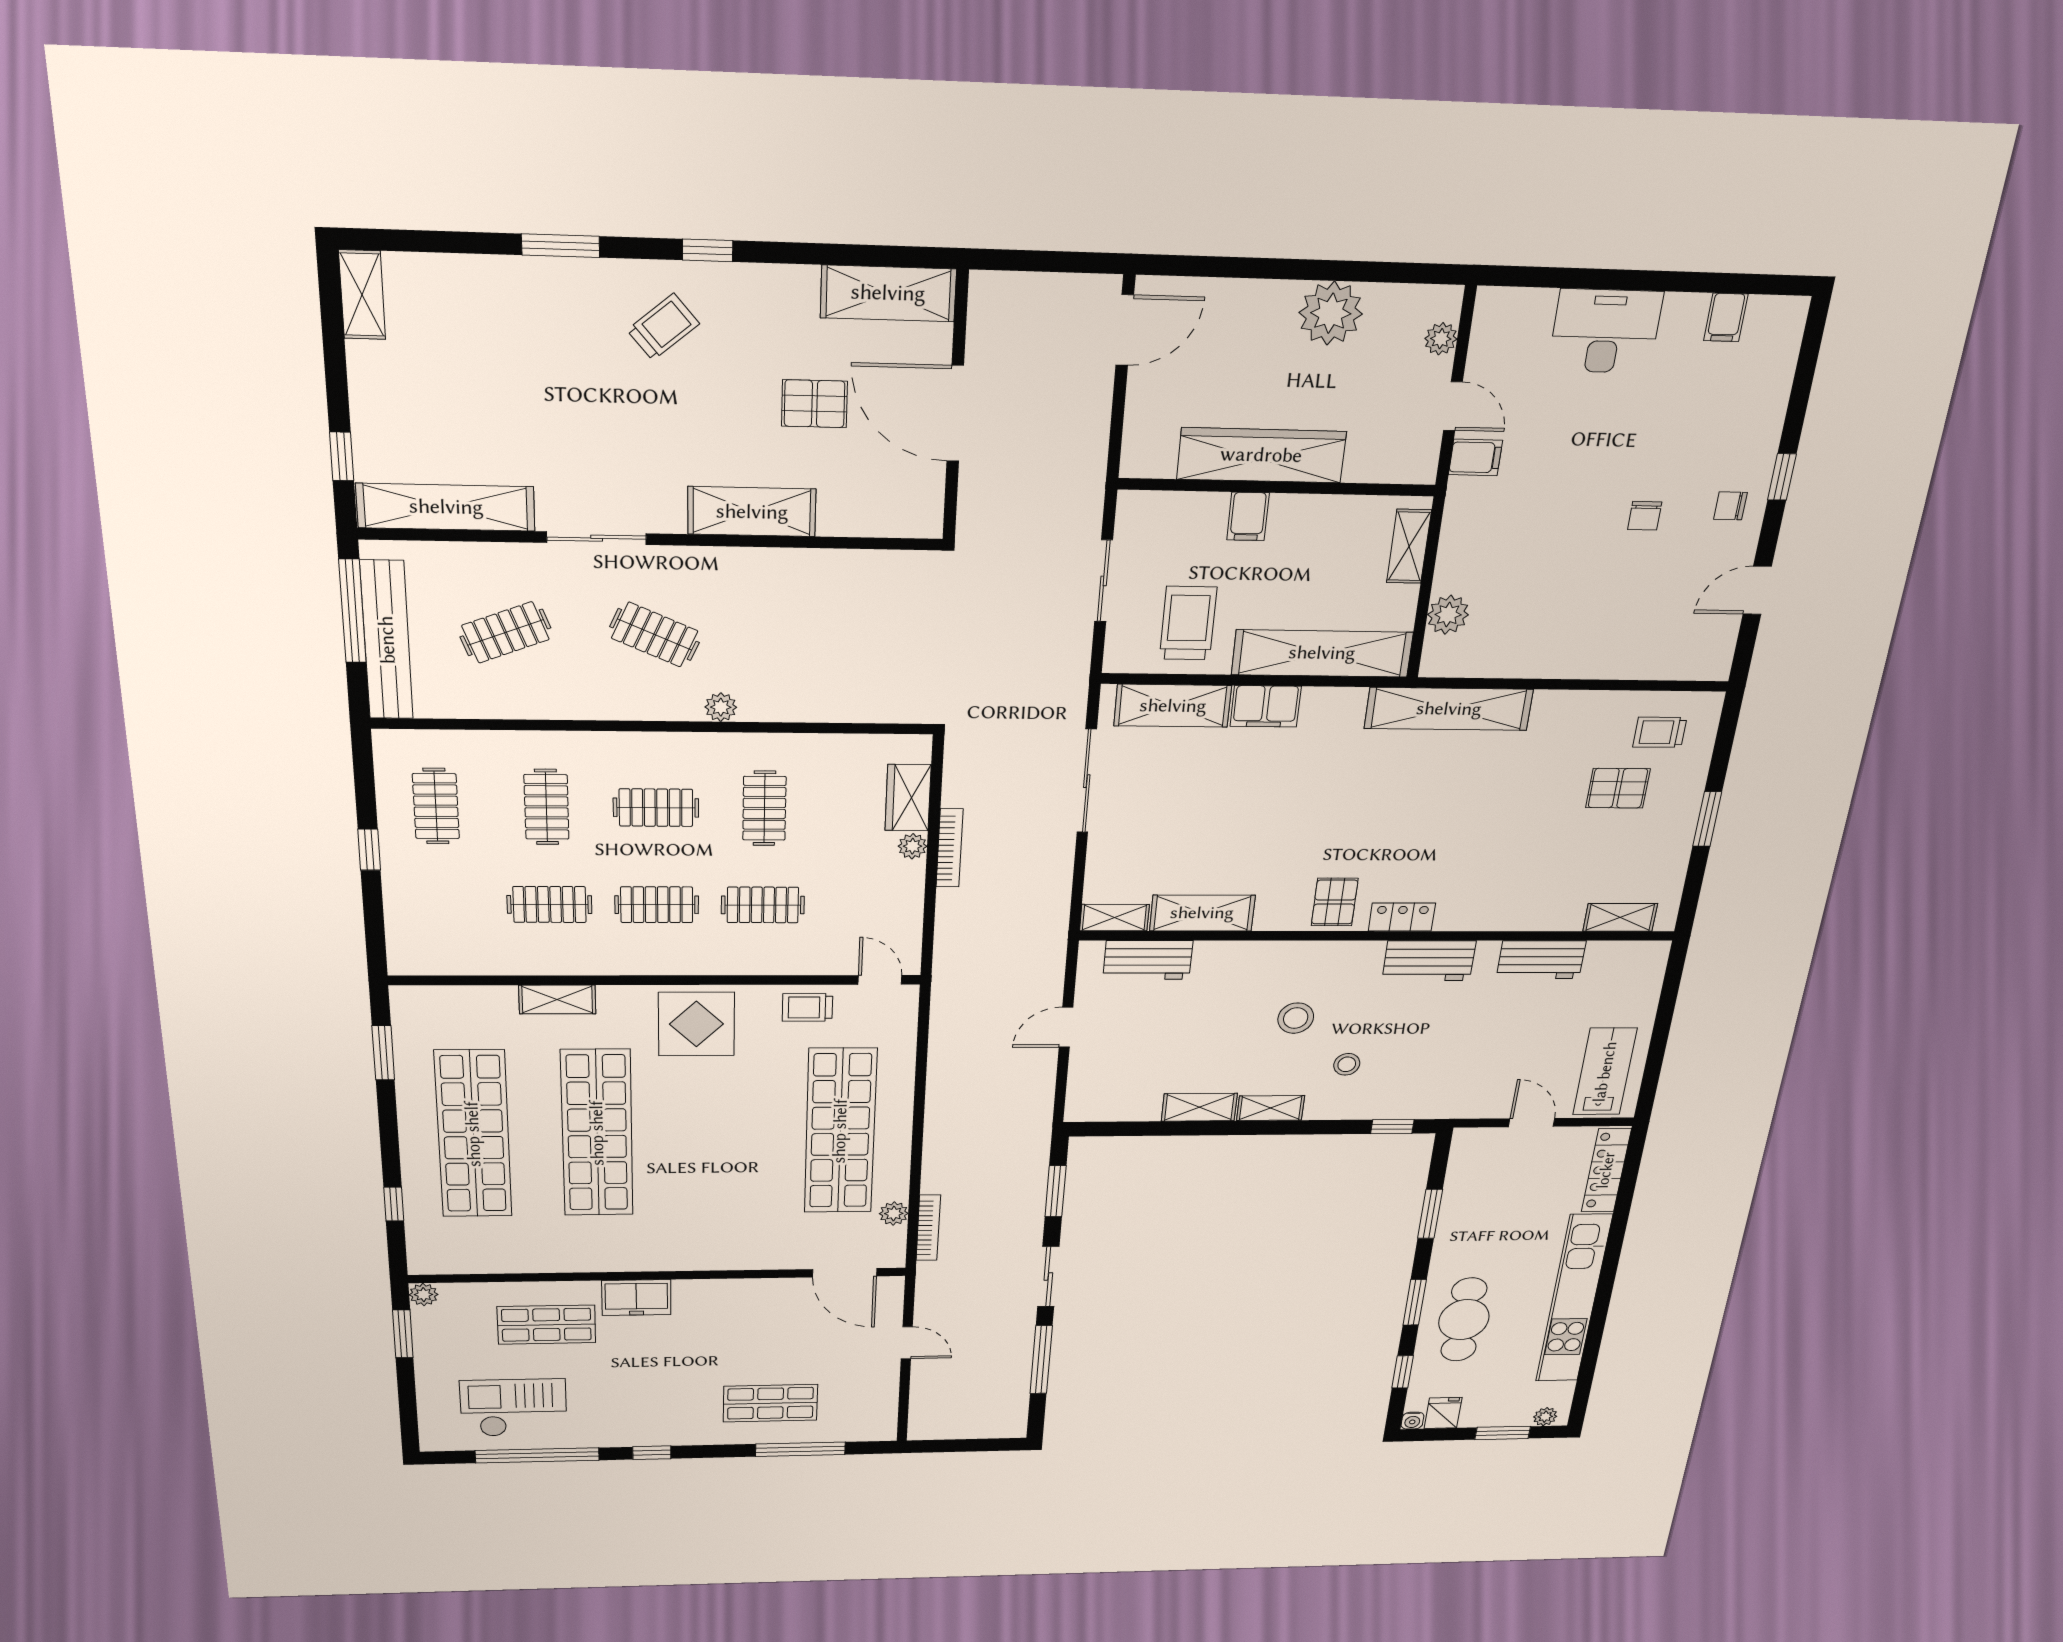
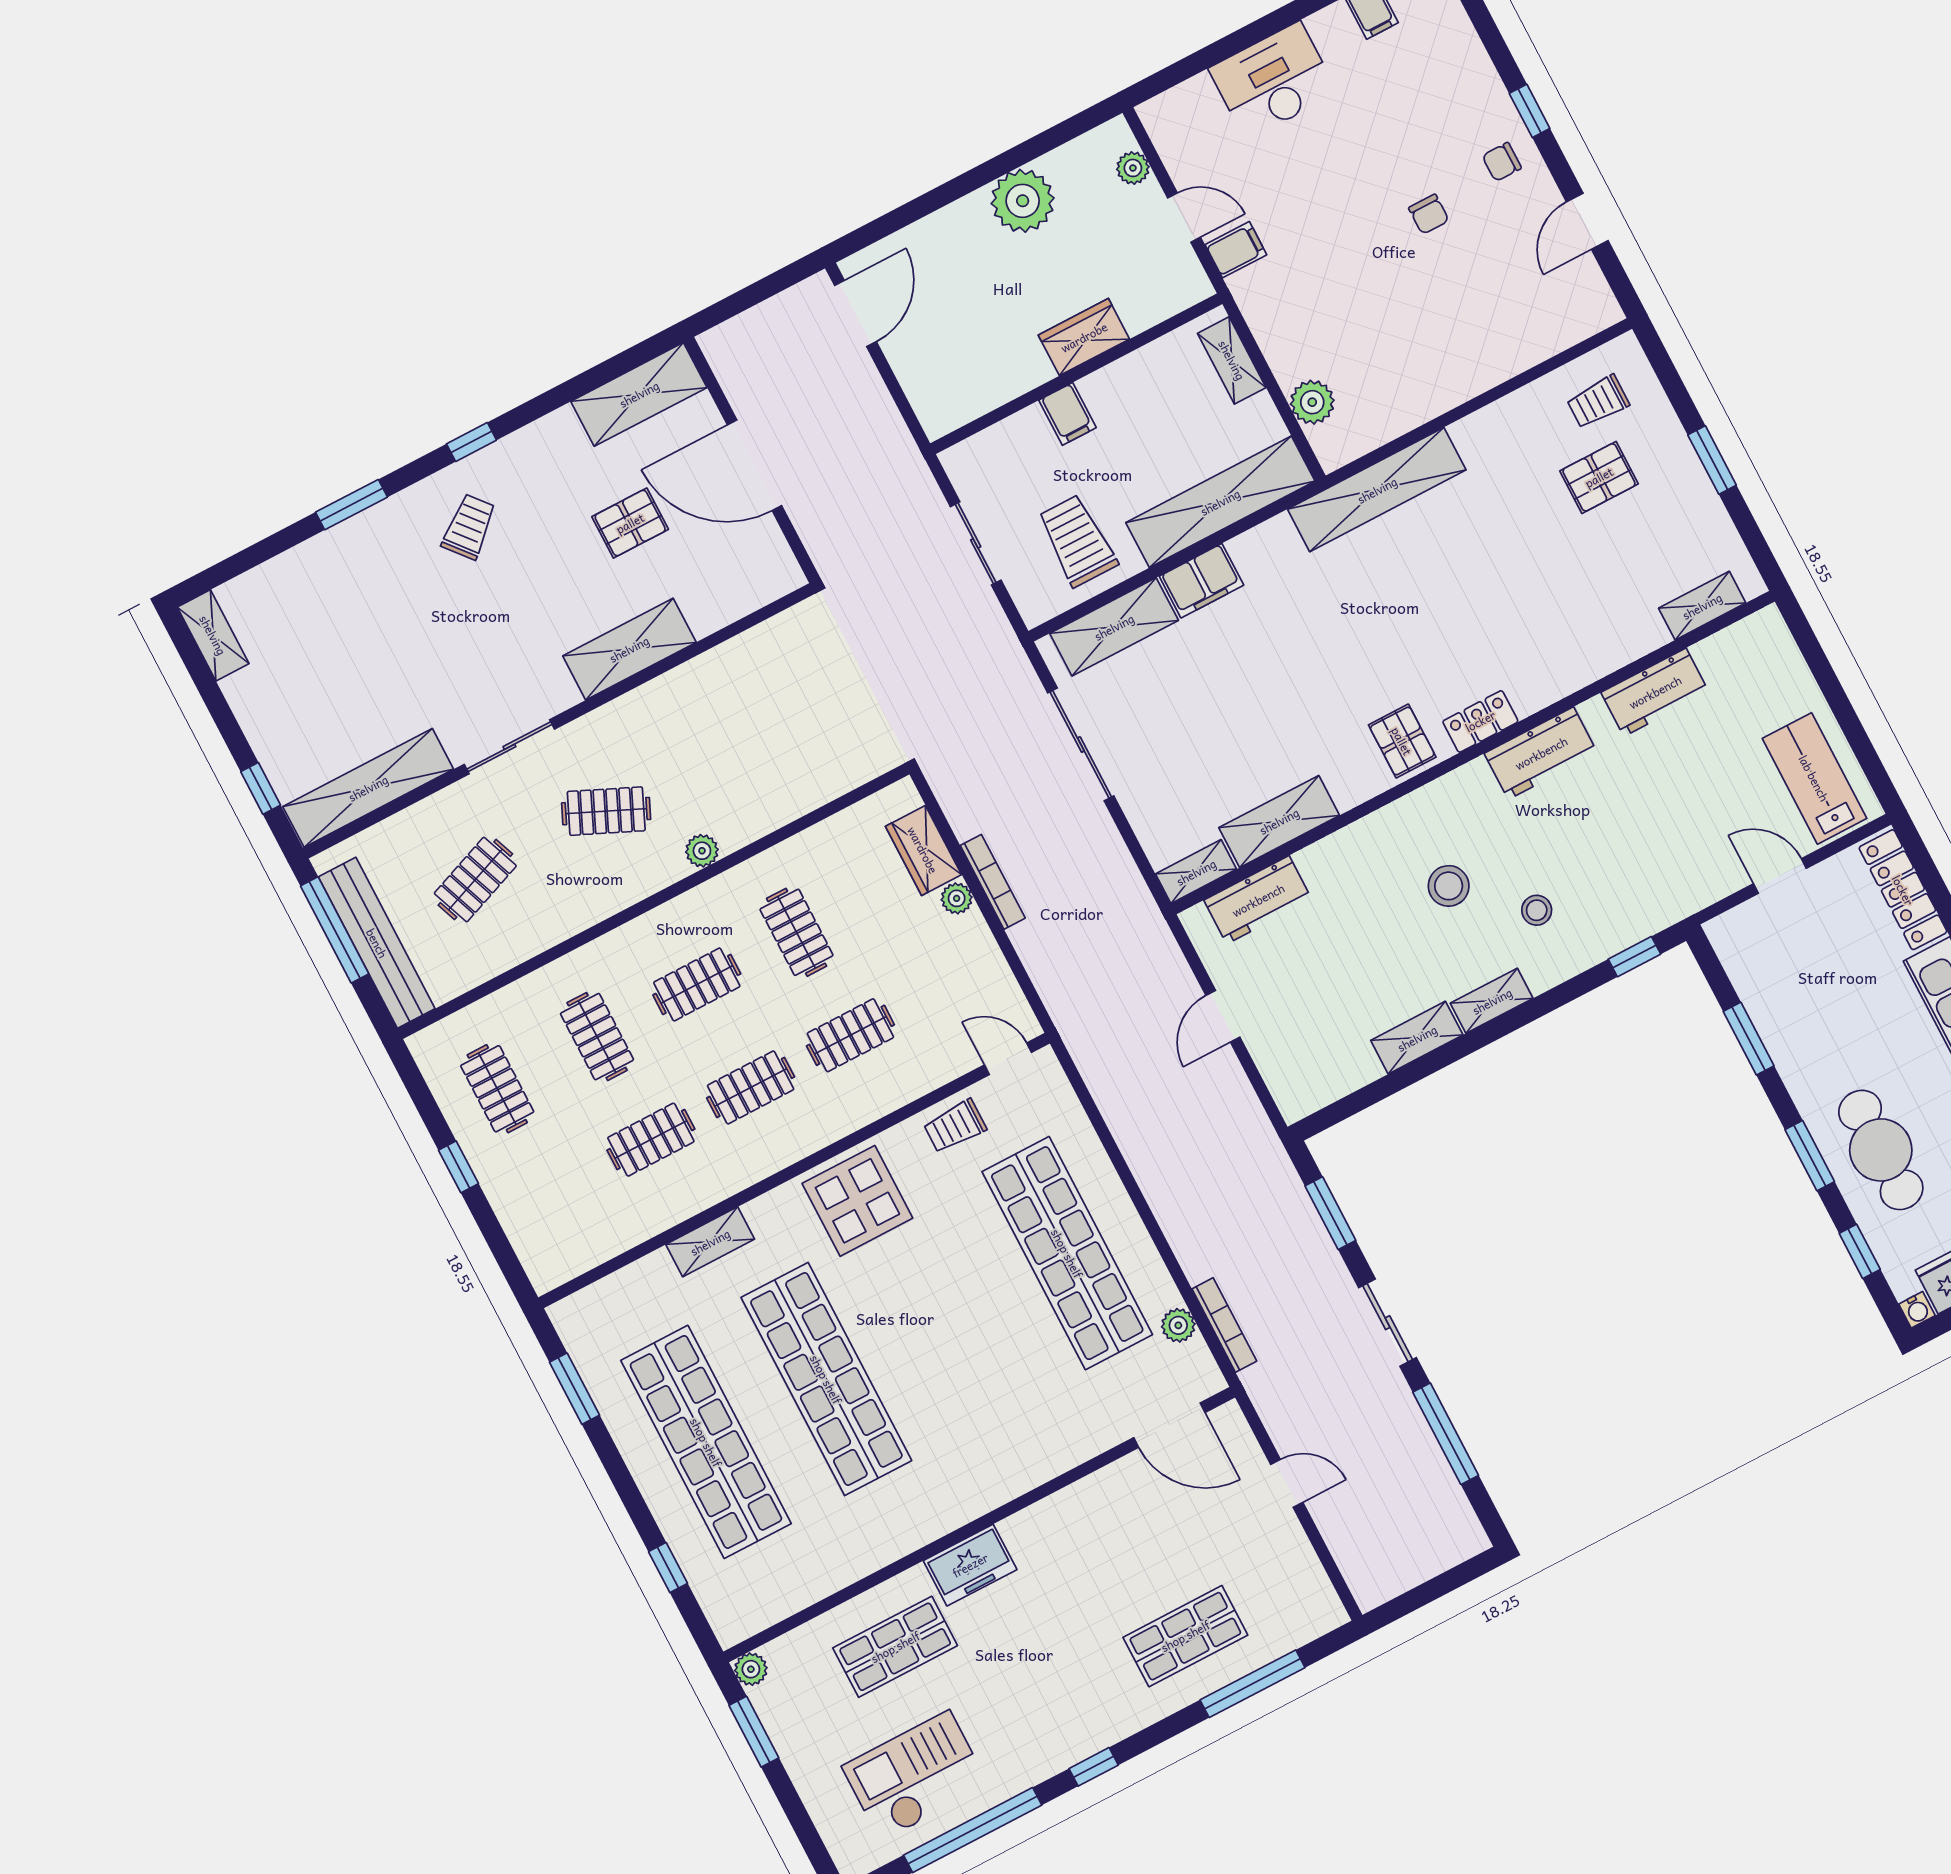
wardrobe: (1261, 455) -> (1084, 337), width x0.48, depth x0.85

